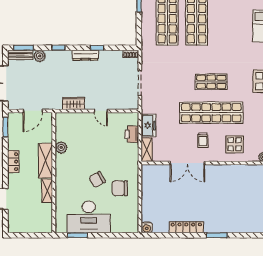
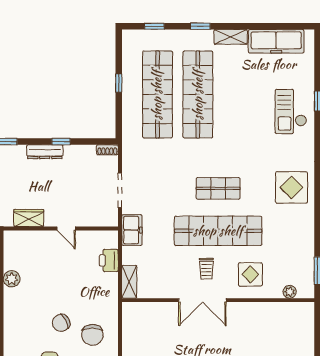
freezer: (149, 125) -> (132, 230), moved
double door: (187, 163) -> (202, 300), moved
chair: (120, 188) -> (92, 335), turned -90

